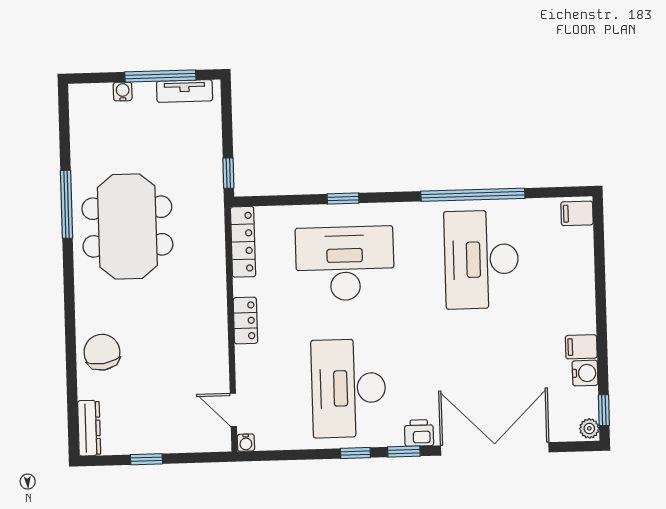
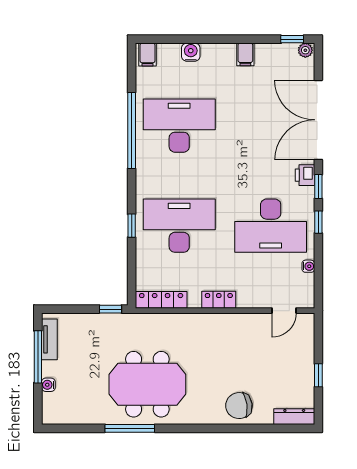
desk: (481, 259) -> (179, 126), turned 180
desk: (345, 264) -> (179, 226), turned 90
water cooler: (585, 373) -> (191, 52), moved
water cooler: (246, 443) -> (308, 266), moved

